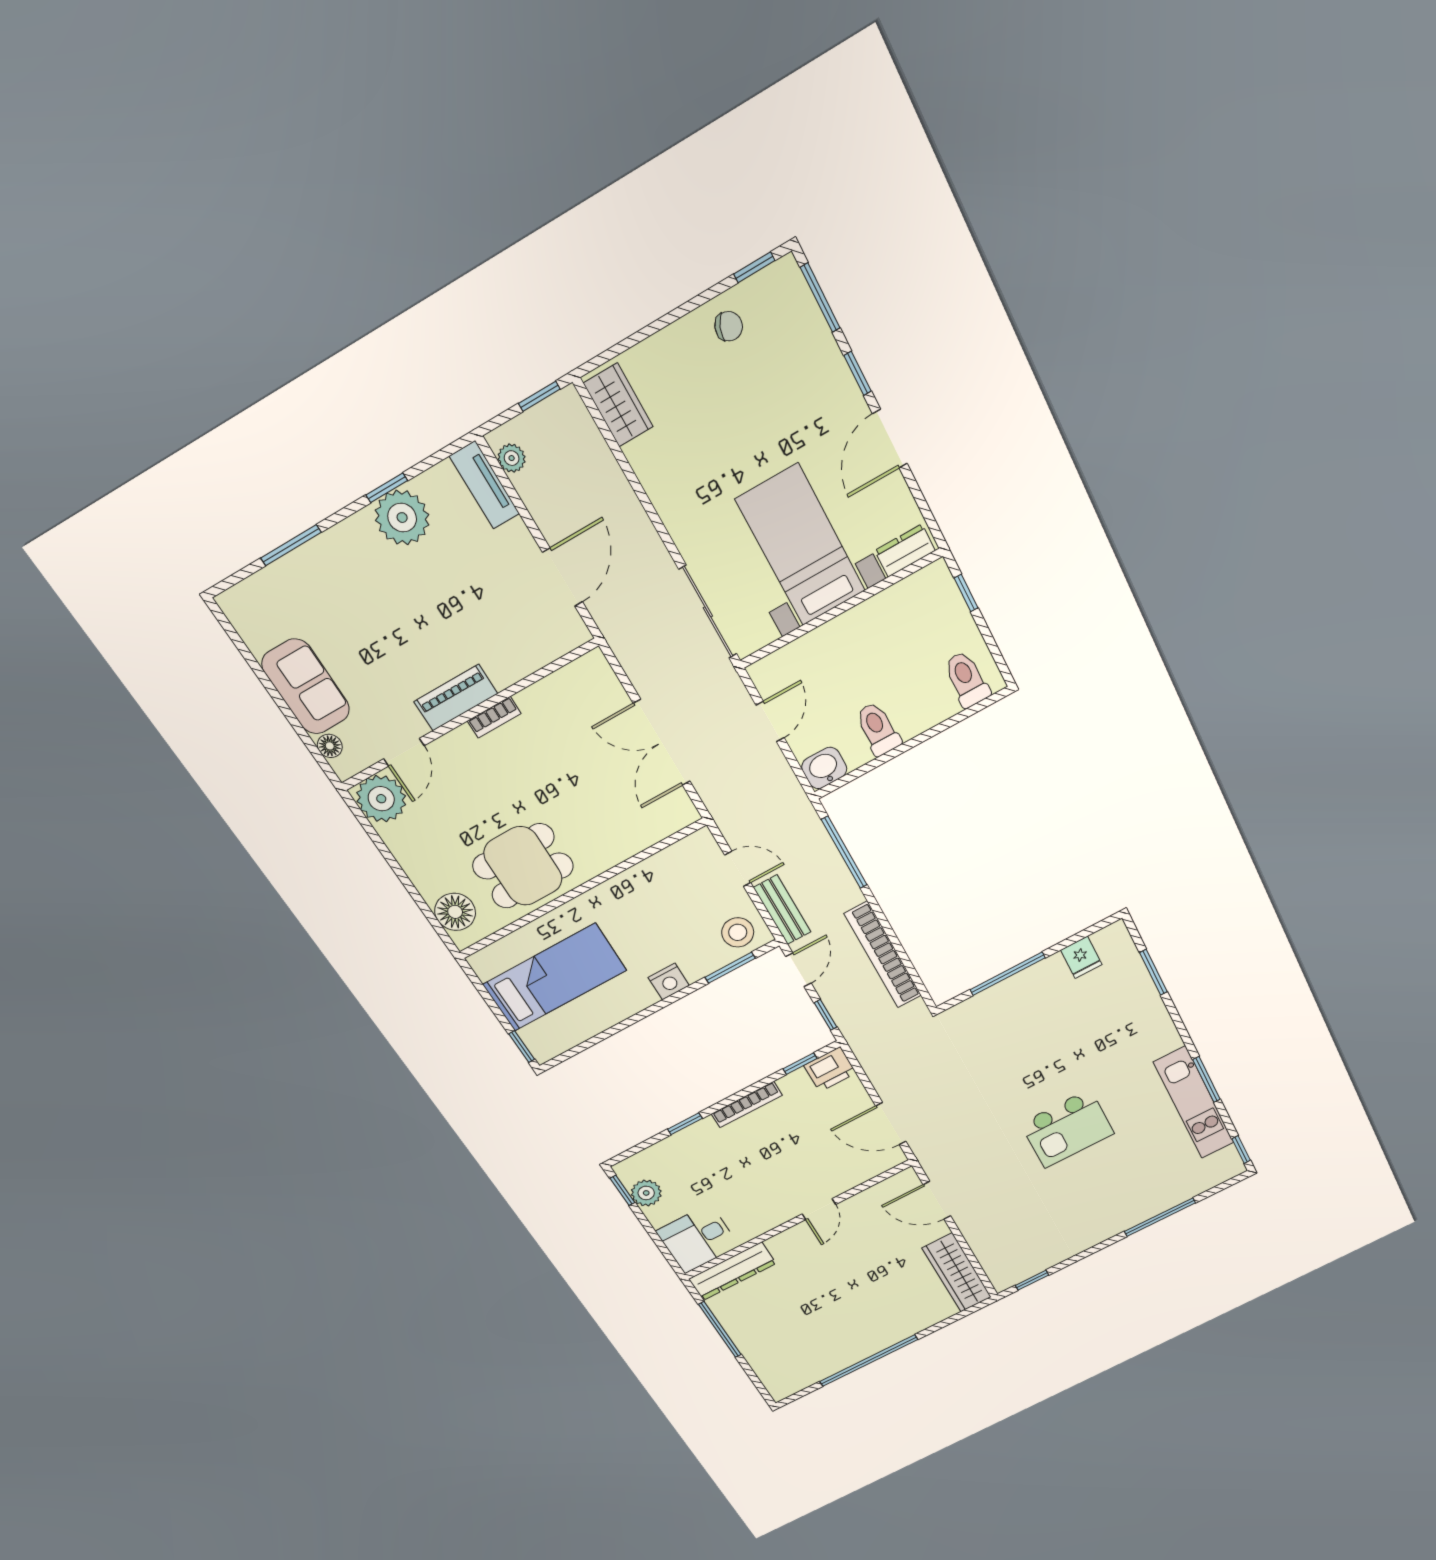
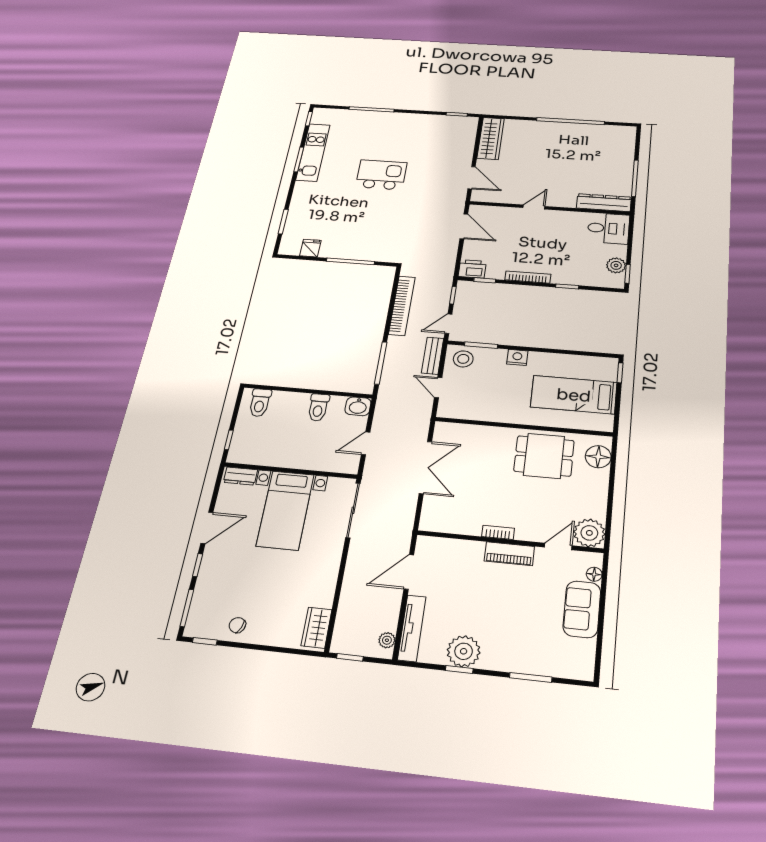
tv unit: (485, 485) -> (412, 628), width x1.41

